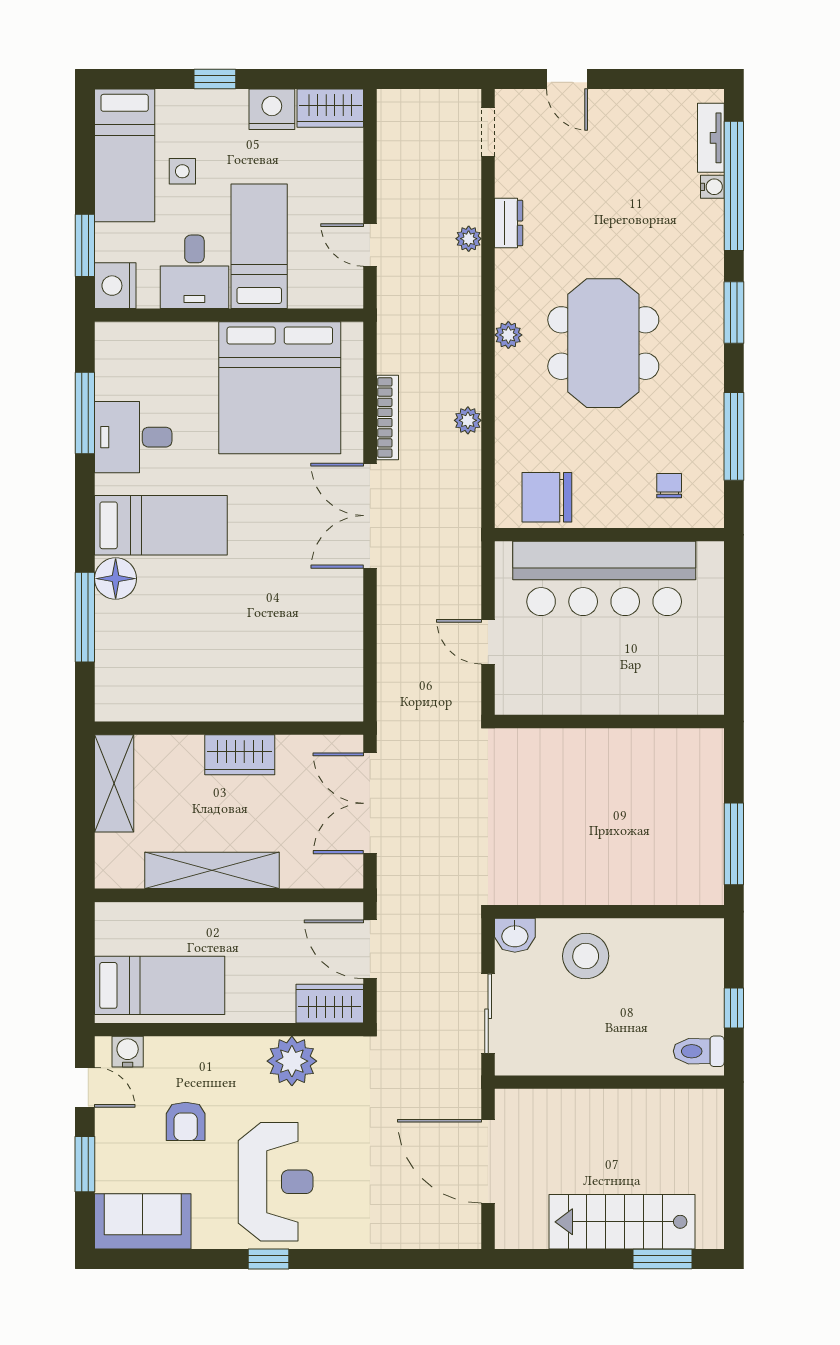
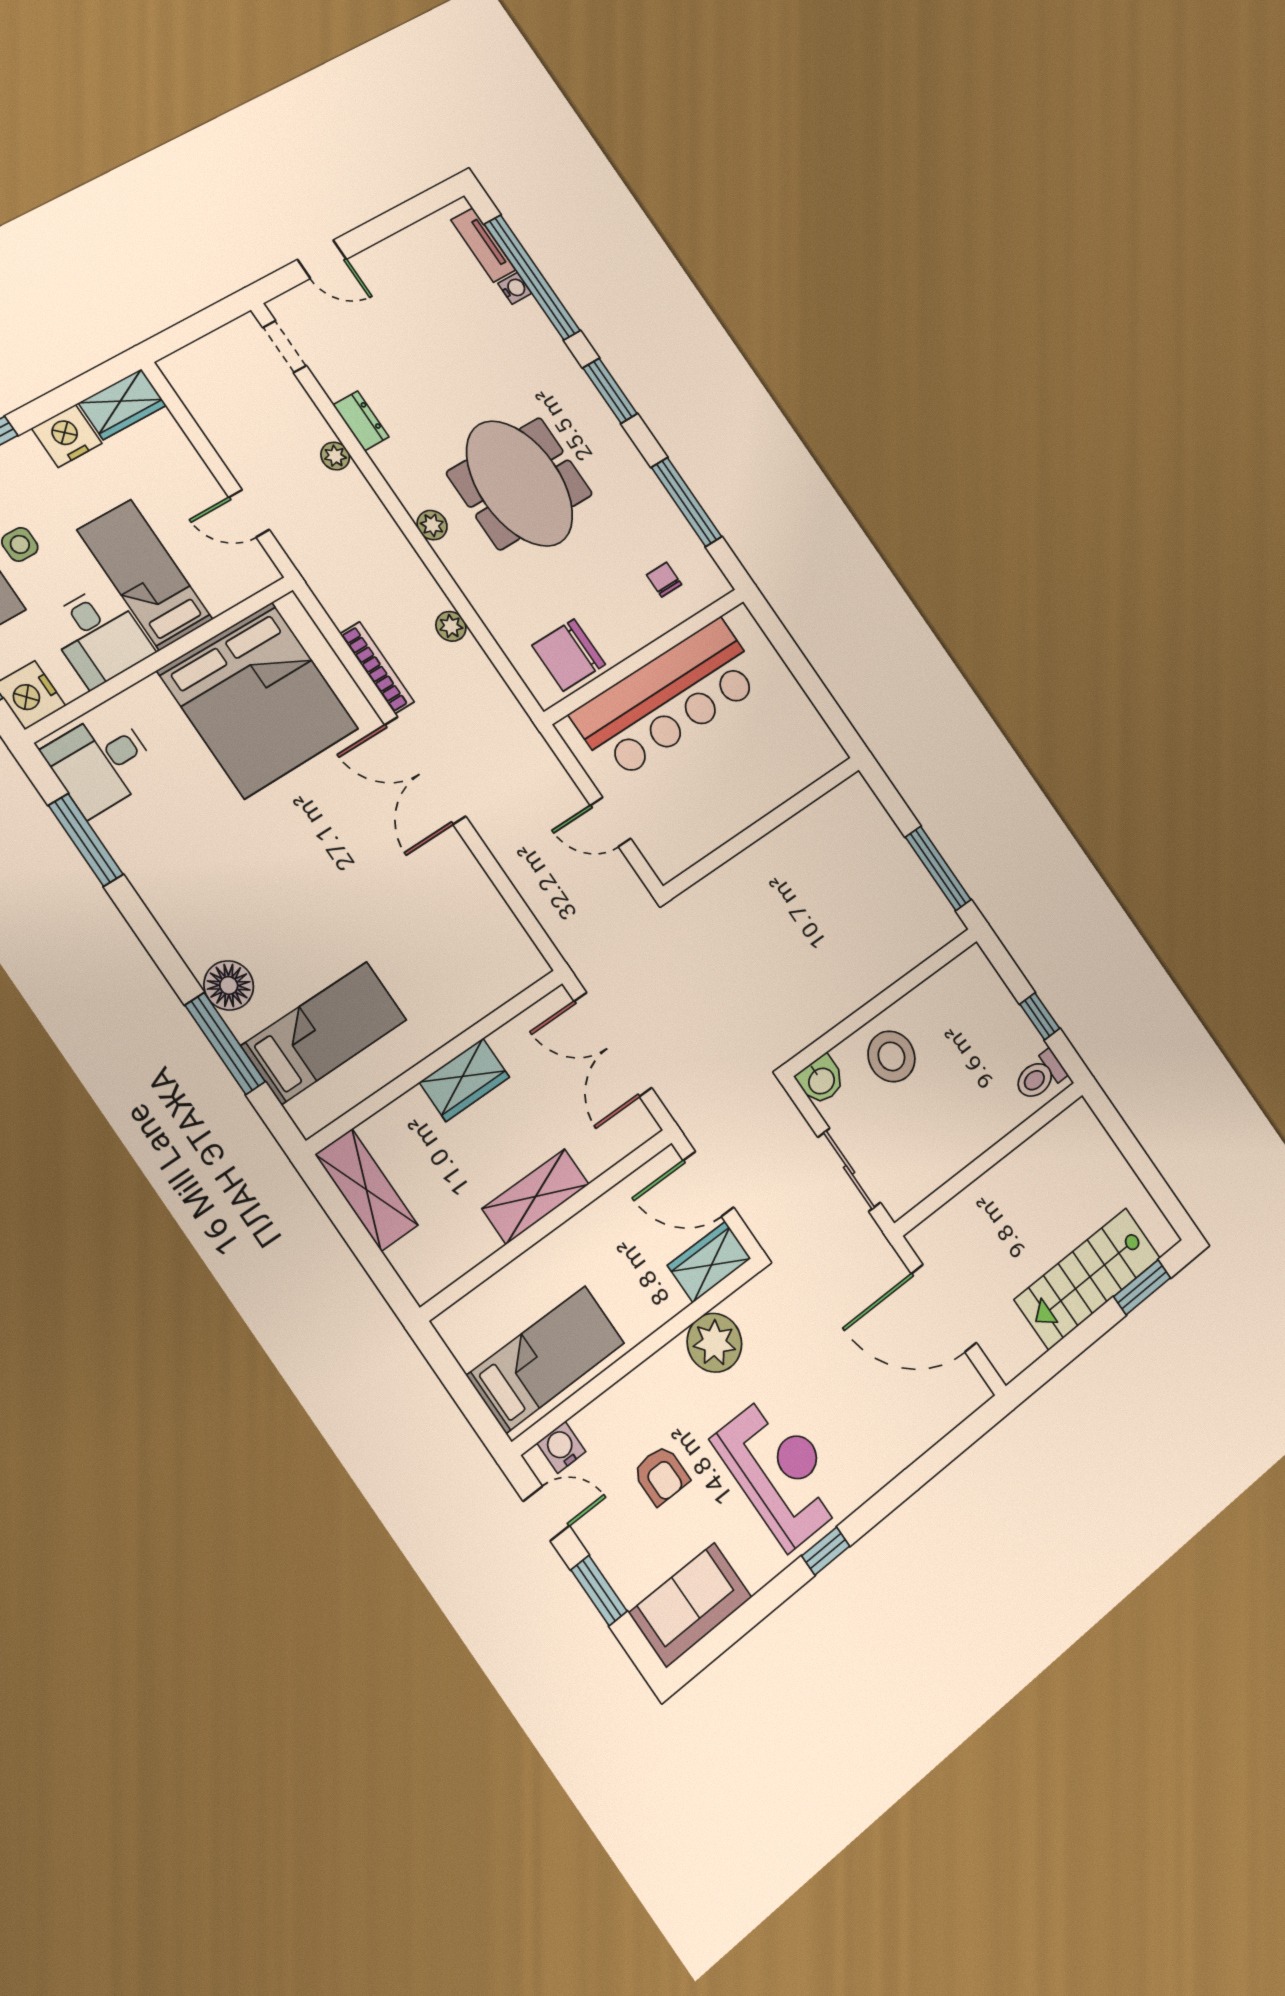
desk: (133, 437) -> (101, 763), moved
bed: (161, 525) -> (324, 1033), moved
shelving: (212, 870) -> (536, 1196), width x0.68

